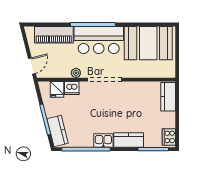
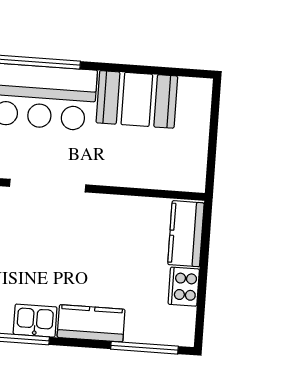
booth: (148, 43) -> (137, 99), width x0.73, depth x0.70
cooker: (169, 137) -> (184, 287), moved

